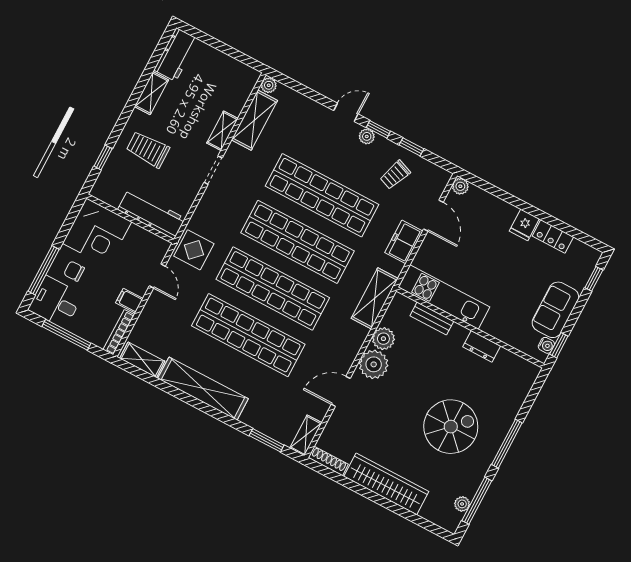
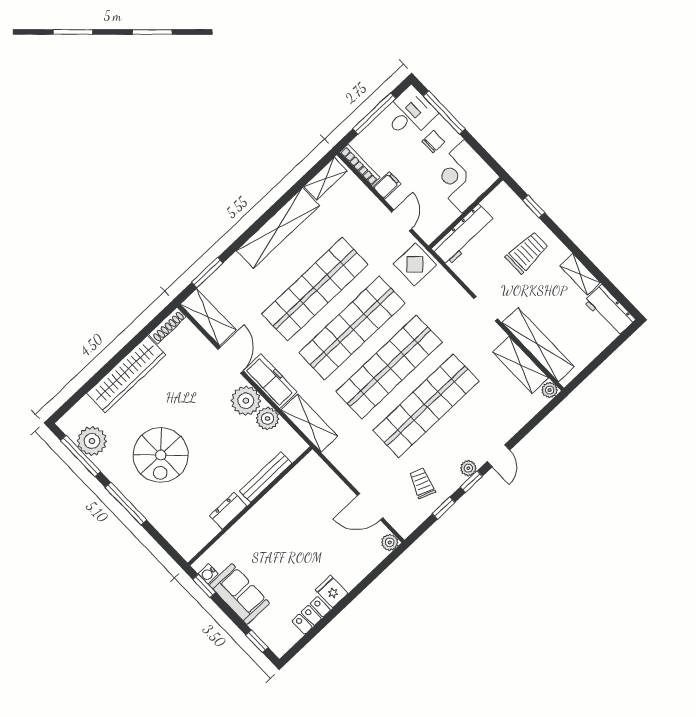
shelving: (222, 131) -> (538, 345), width x2.20, depth x1.33
freezer: (404, 242) -> (270, 381), moved, width x1.40
door: (157, 276) -> (402, 220), swing flipped
kitchen unit: (444, 297) -> (288, 490), removed
bench: (432, 318) -> (266, 477), width x1.36
shelving: (306, 435) -> (208, 317), width x1.50, depth x1.33
plant: (462, 504) -> (92, 441), width x1.88, depth x1.88

